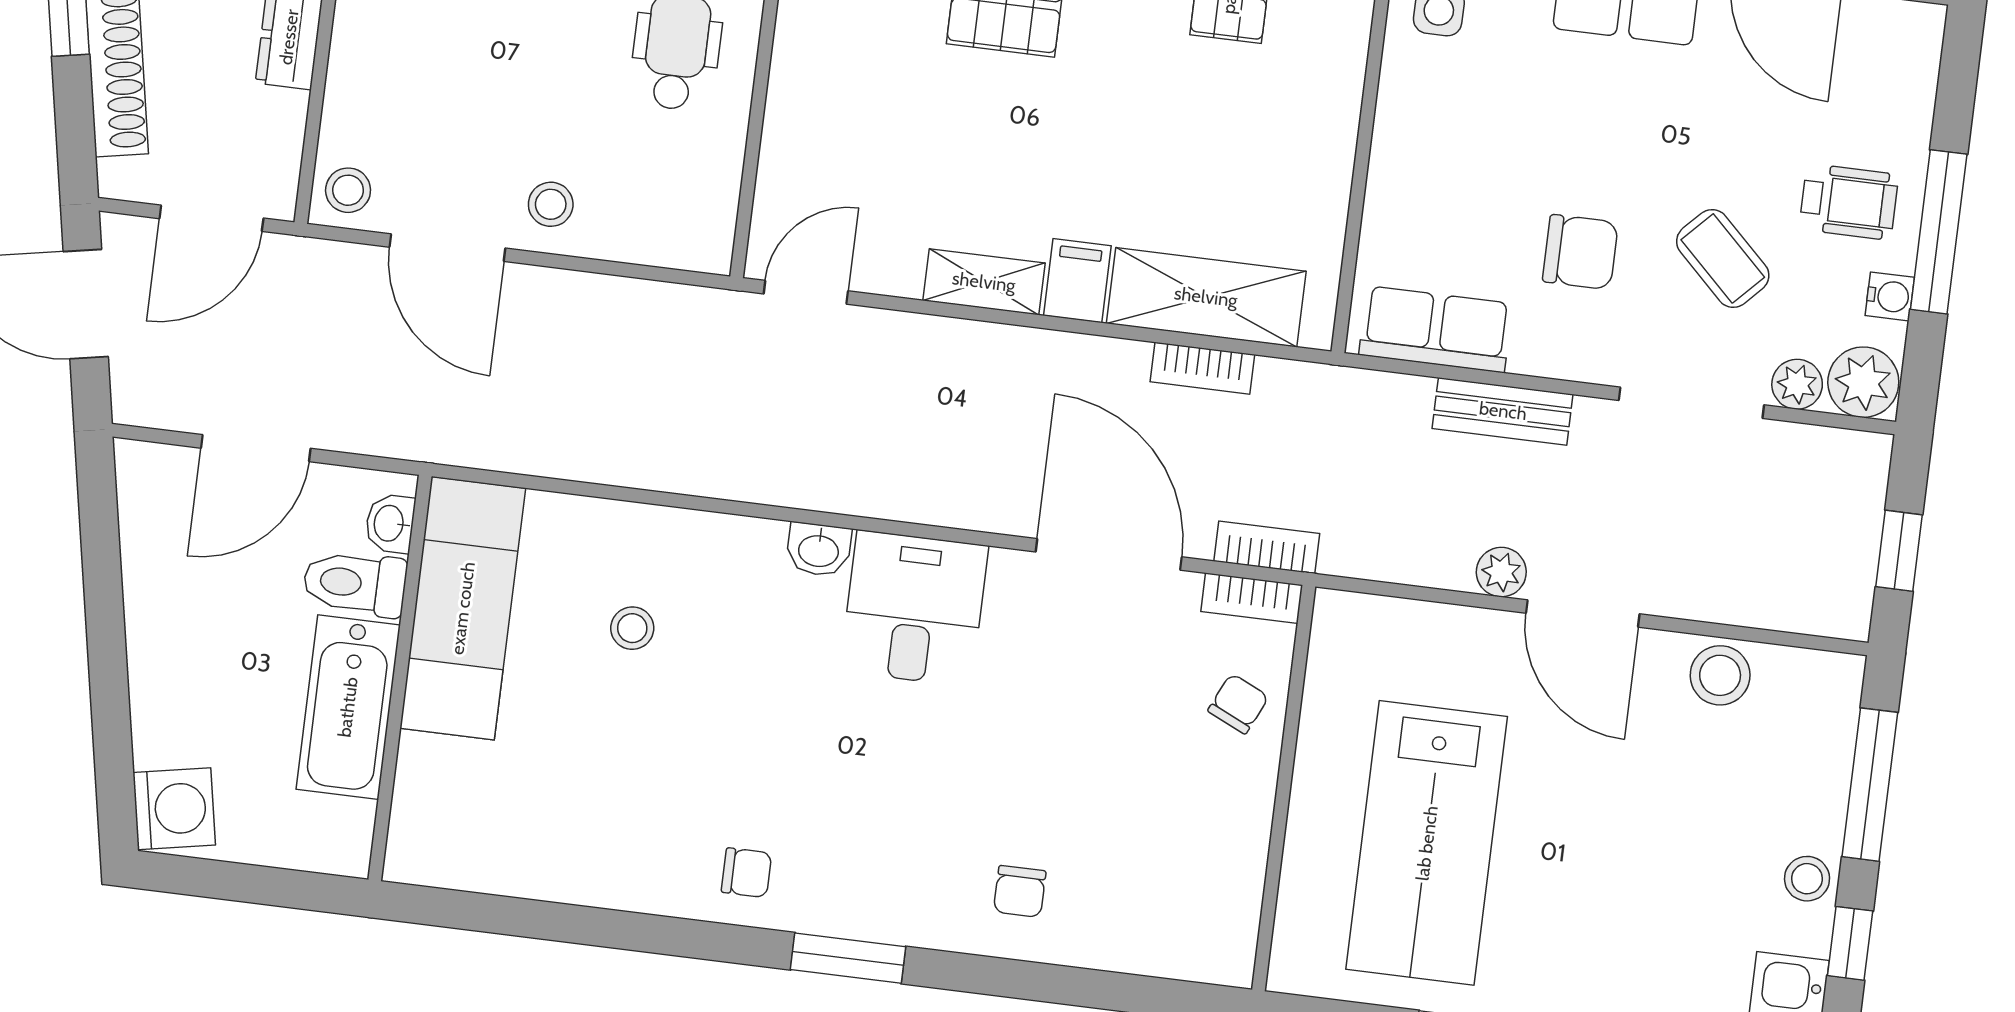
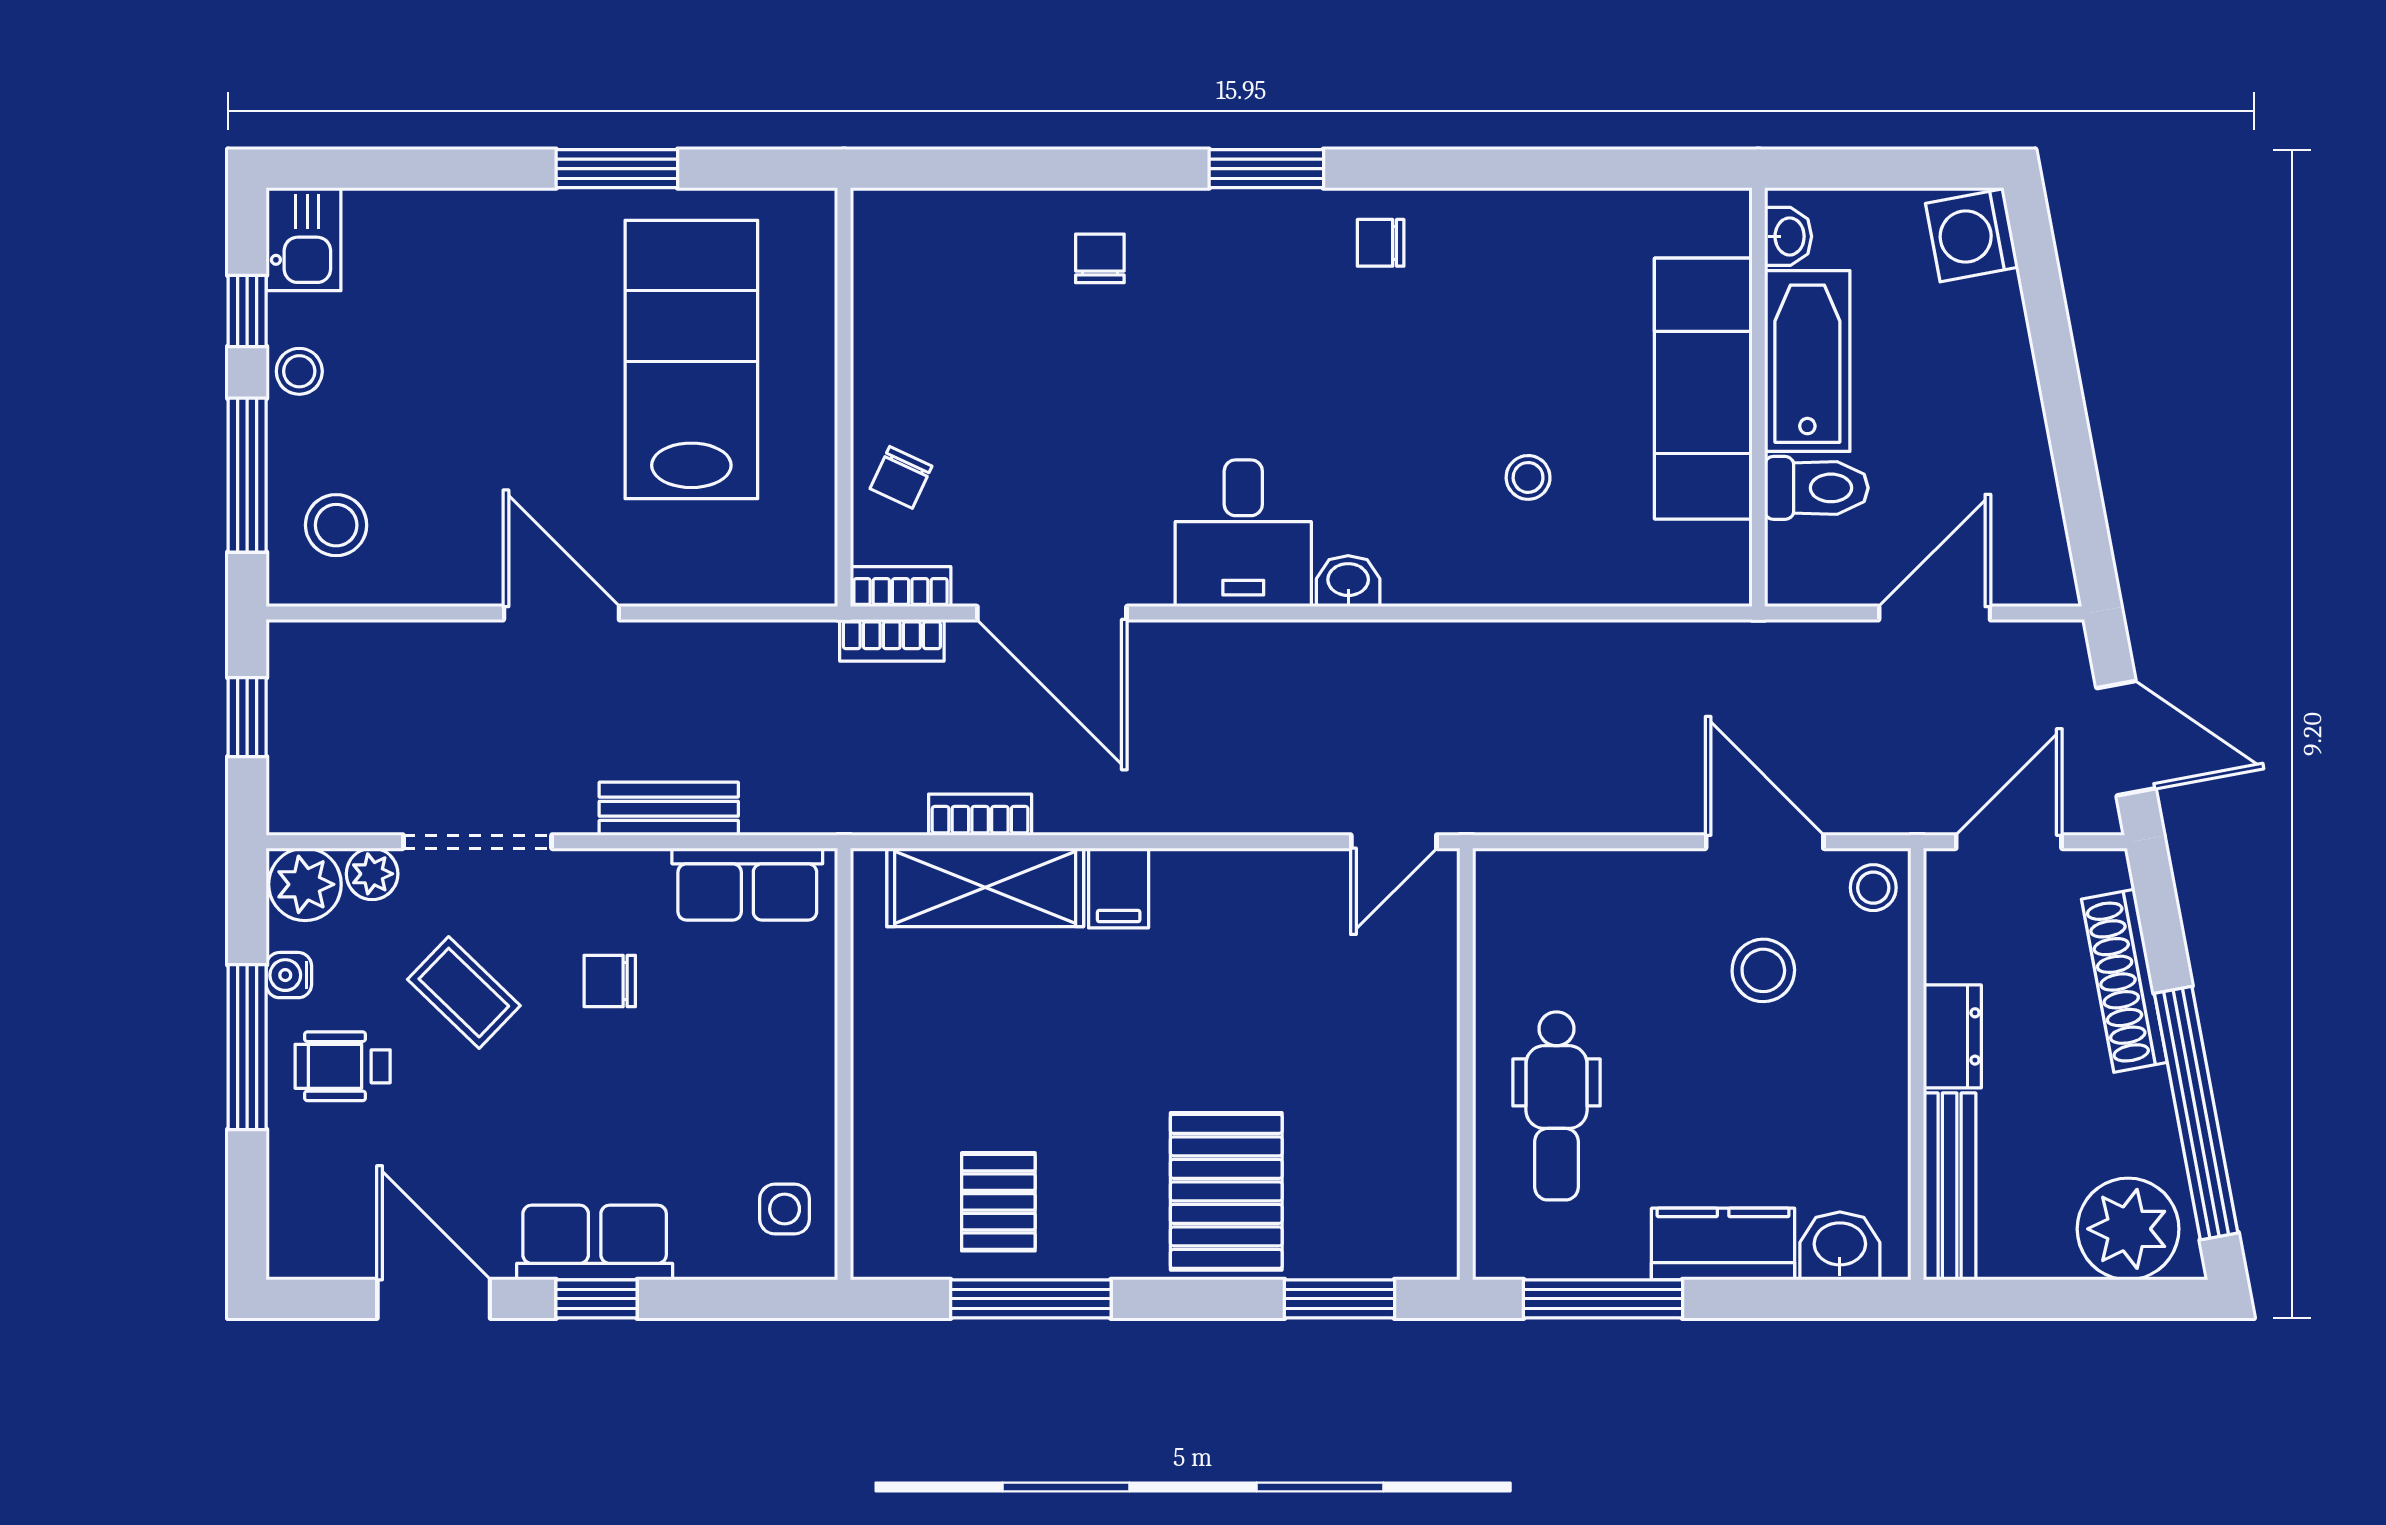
stool: (551, 204) -> (1763, 970), moved, width x1.37, depth x1.37
chair: (1580, 252) -> (610, 981), width x0.73, depth x0.73
shelving: (984, 282) -> (1214, 875), removed
washbasin: (390, 523) -> (1788, 236), moved
plant: (1501, 572) -> (650, 645), removed
exam couch: (463, 608) -> (1703, 389), moved
stool: (1720, 675) -> (336, 525), moved

